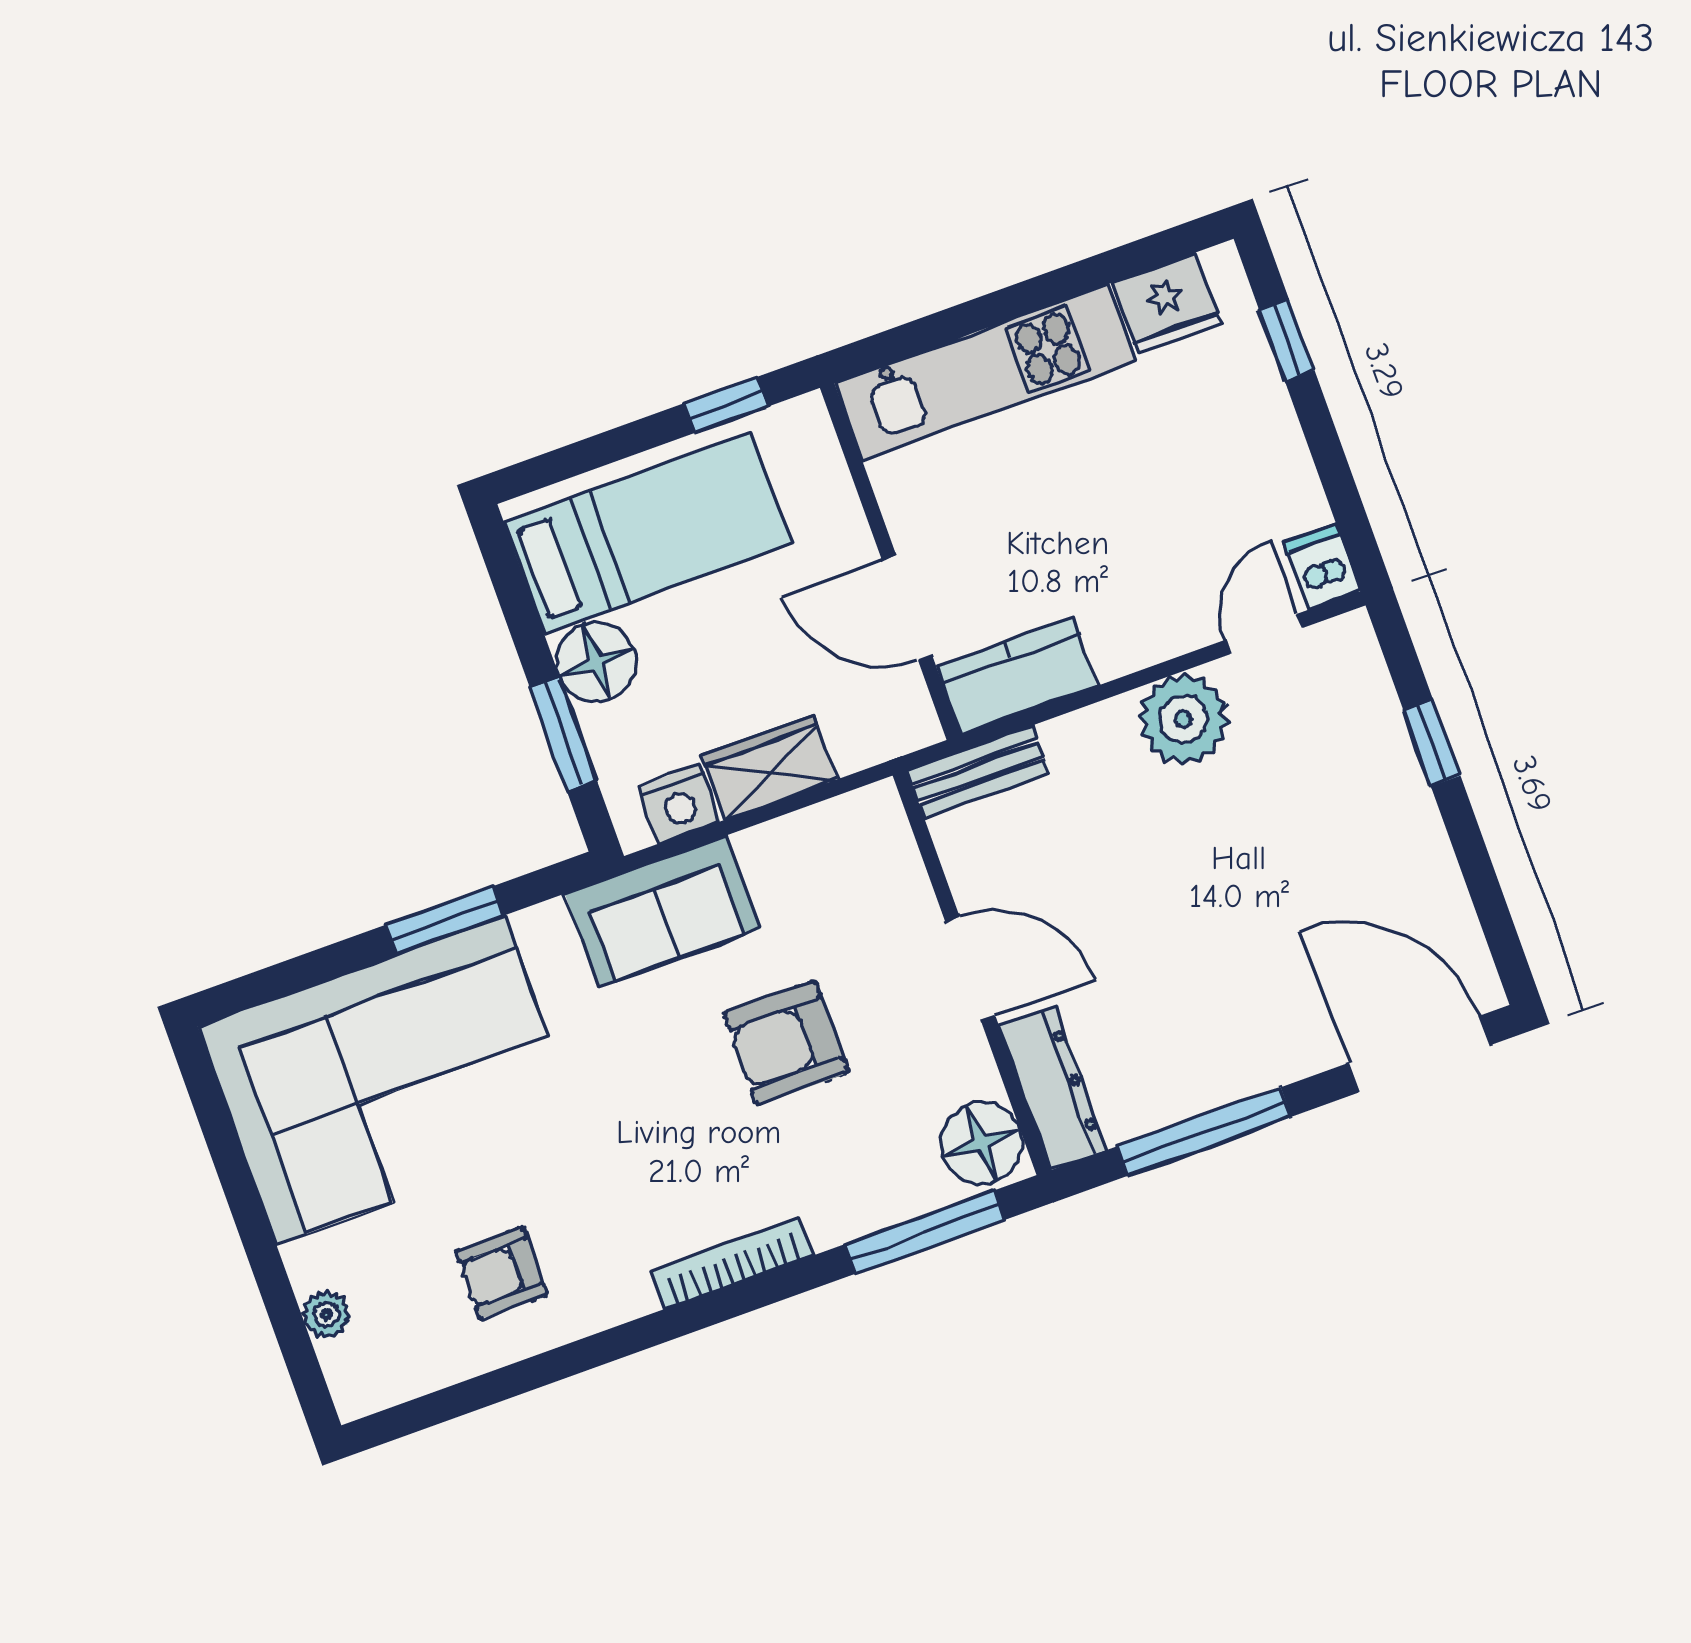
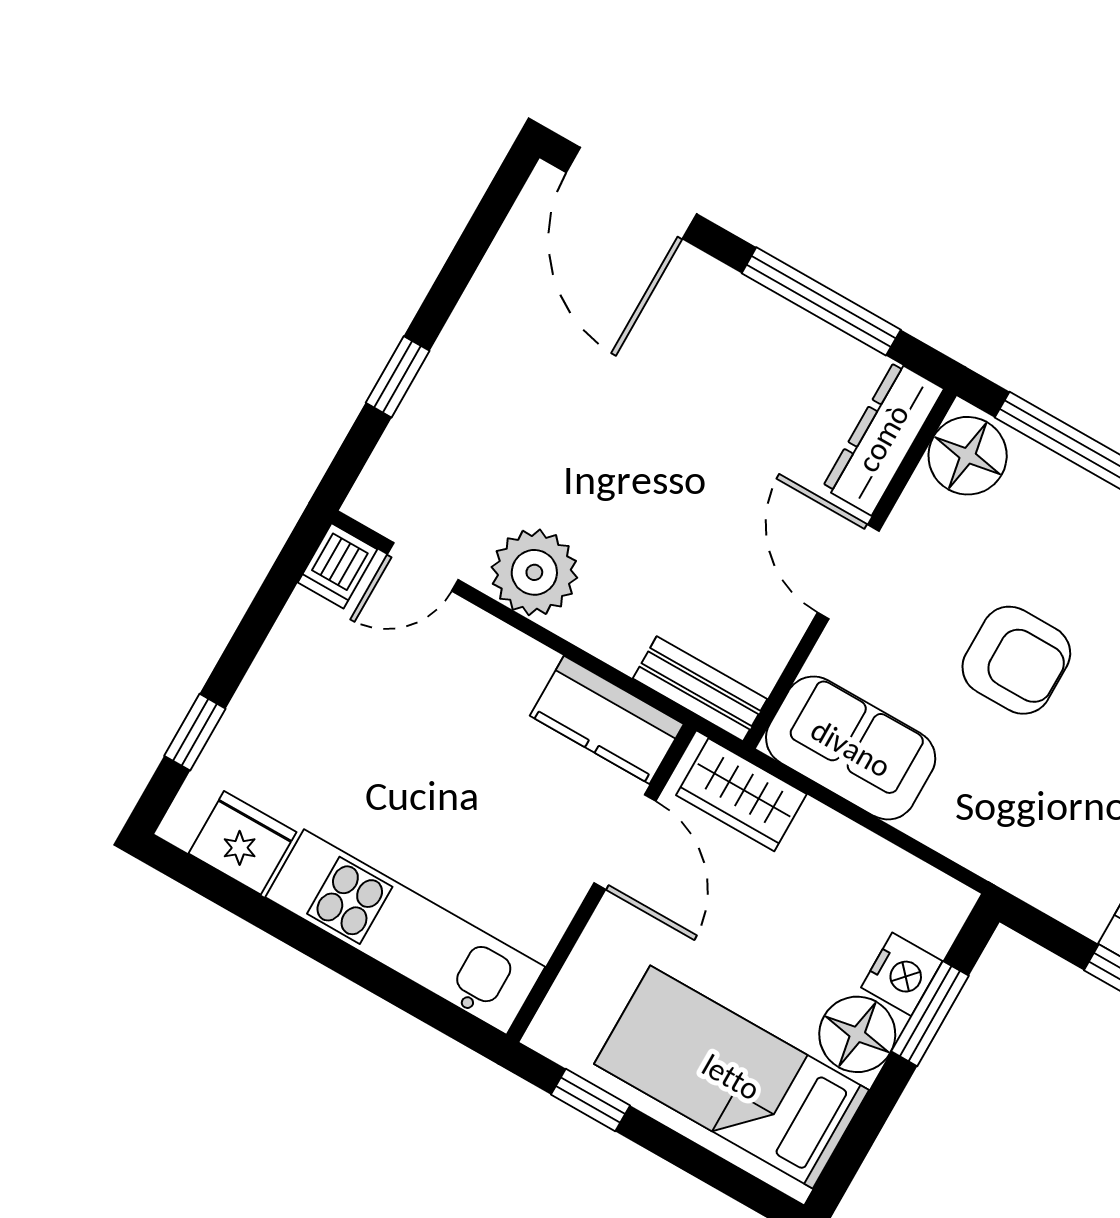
wardrobe: (769, 767) -> (741, 795), moved
nightstand: (679, 804) -> (902, 974), moved, turned 90
sofa: (663, 911) -> (851, 748), moved

